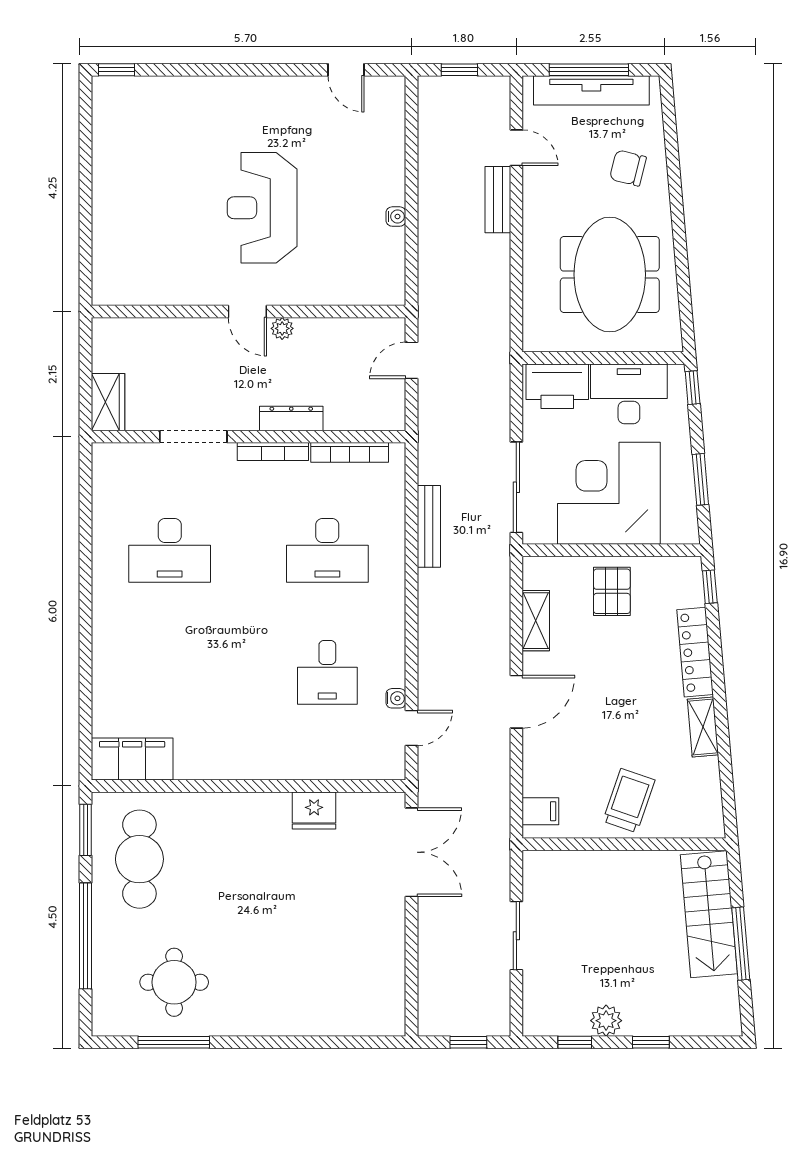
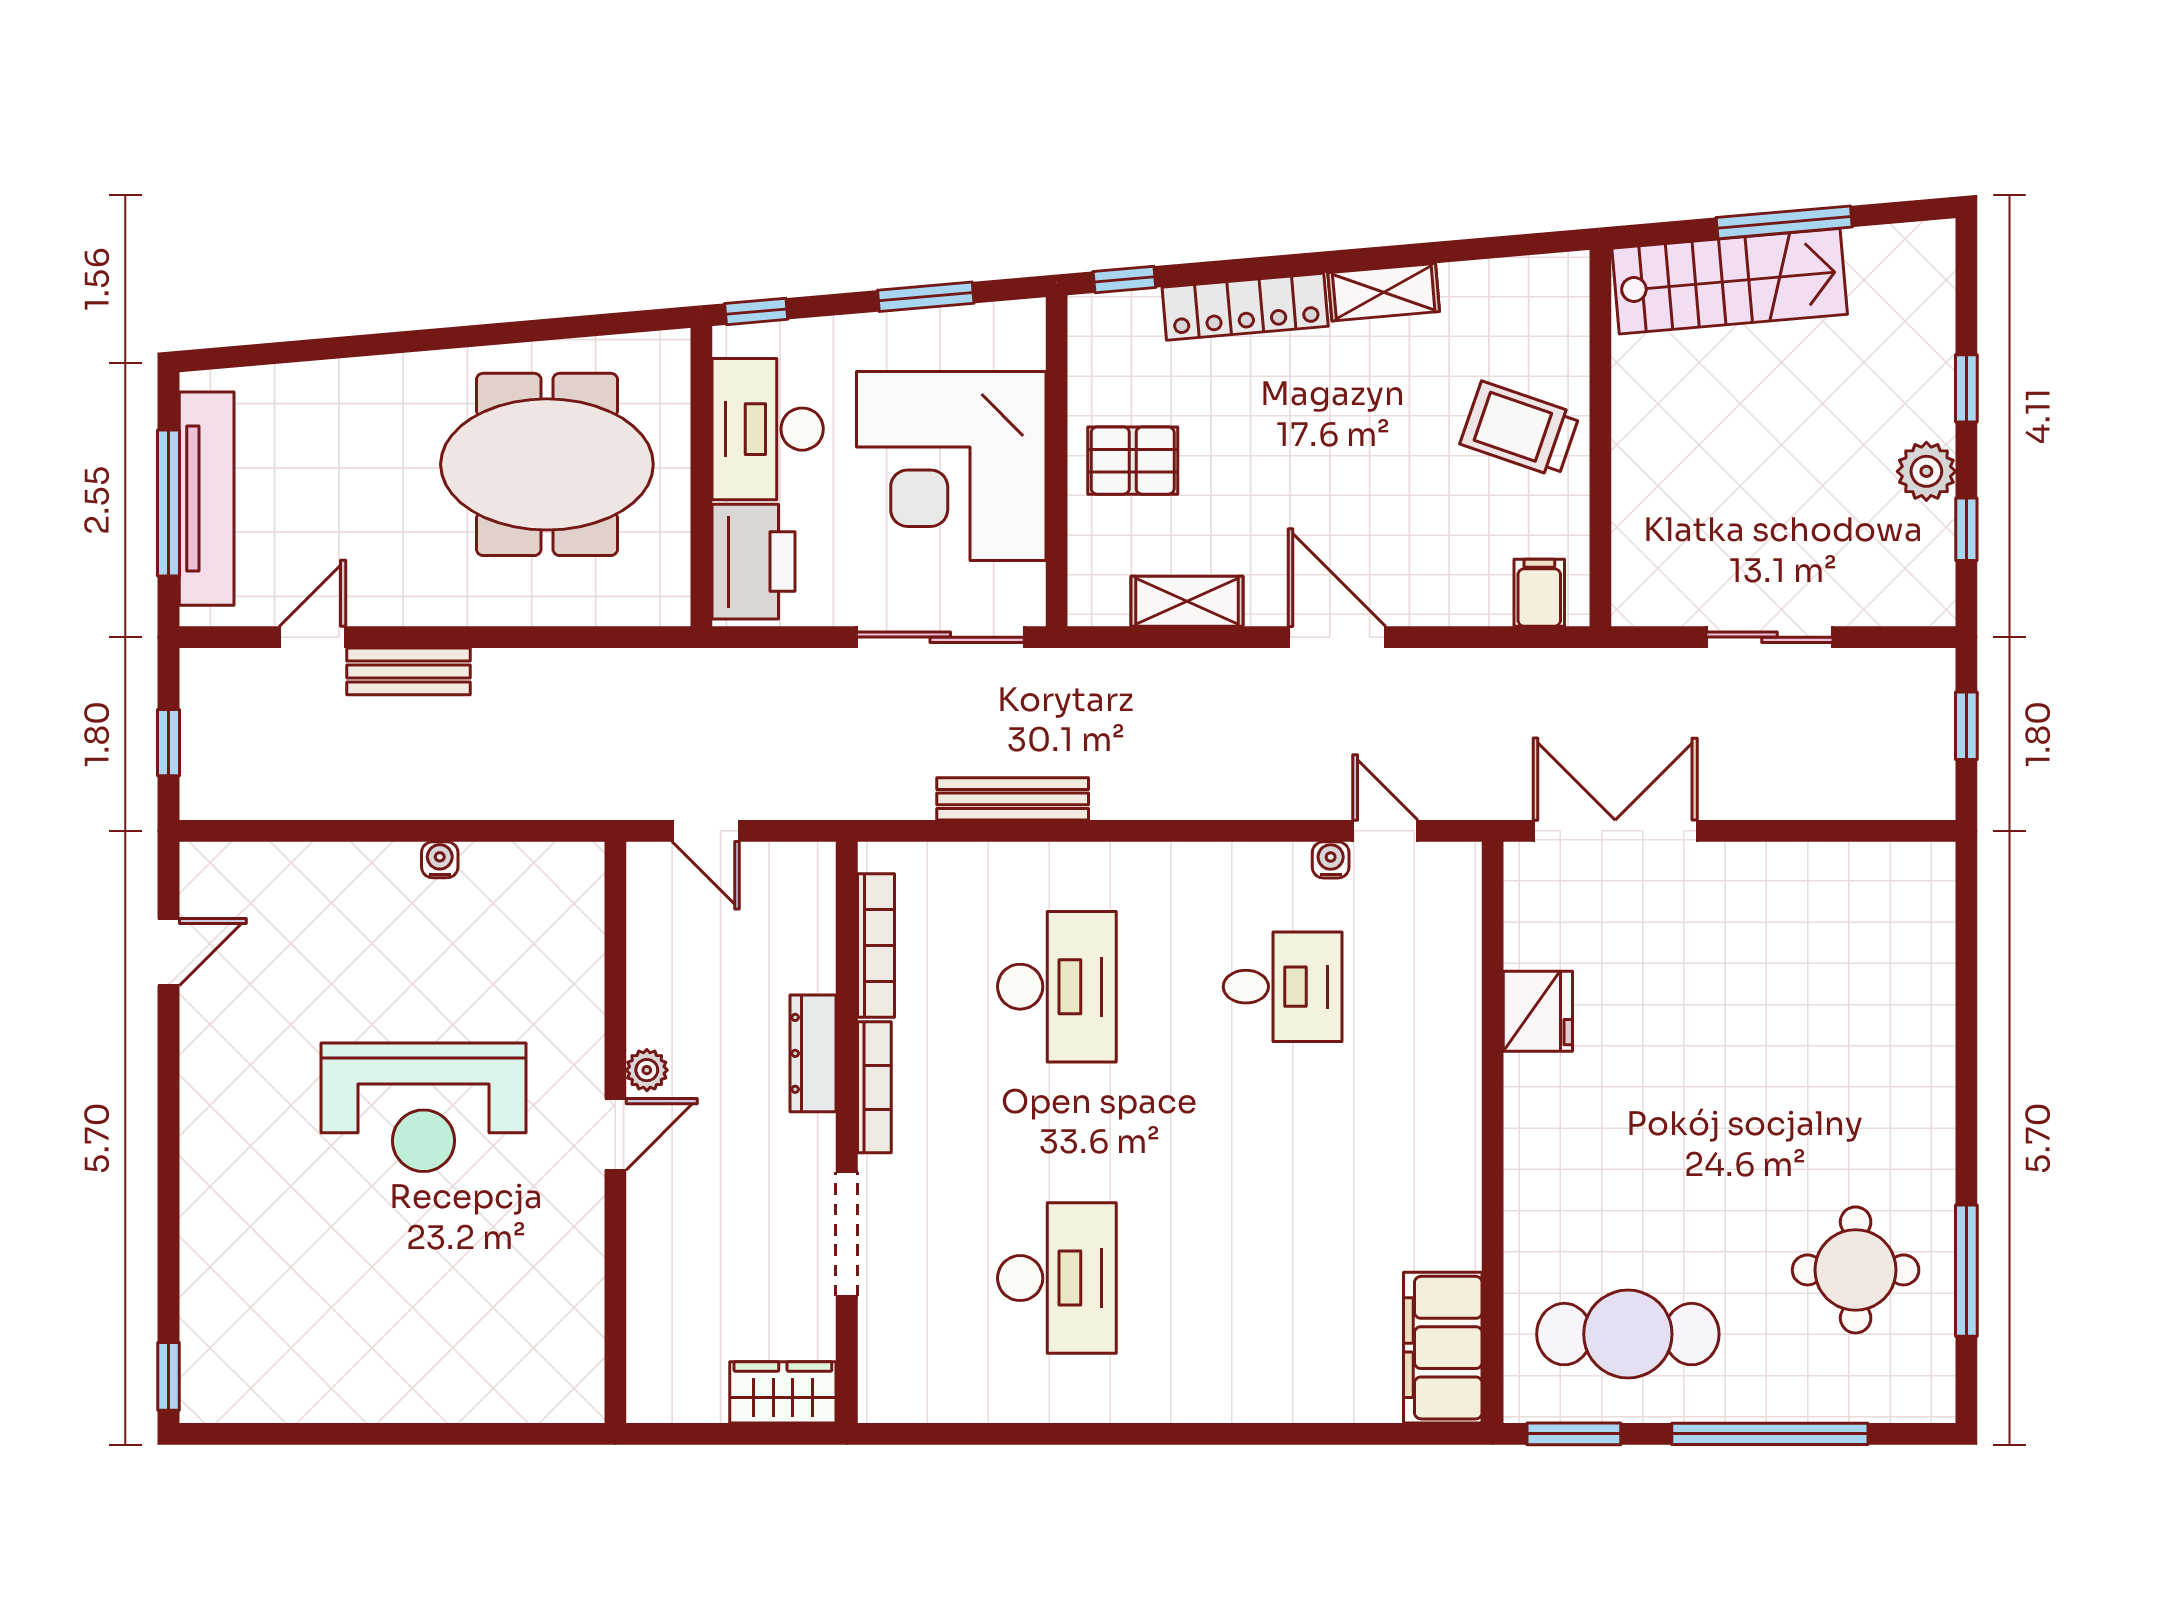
chair: (628, 168) -> (350, 431), removed

